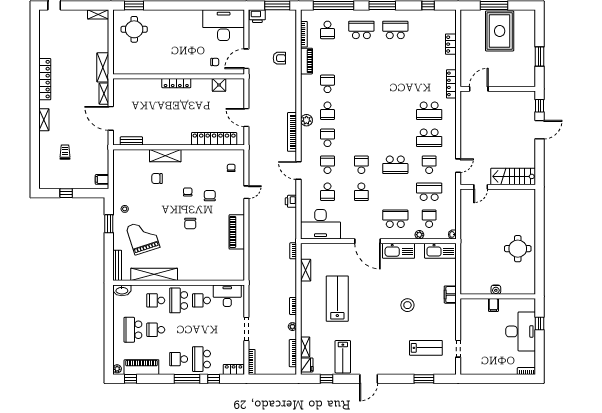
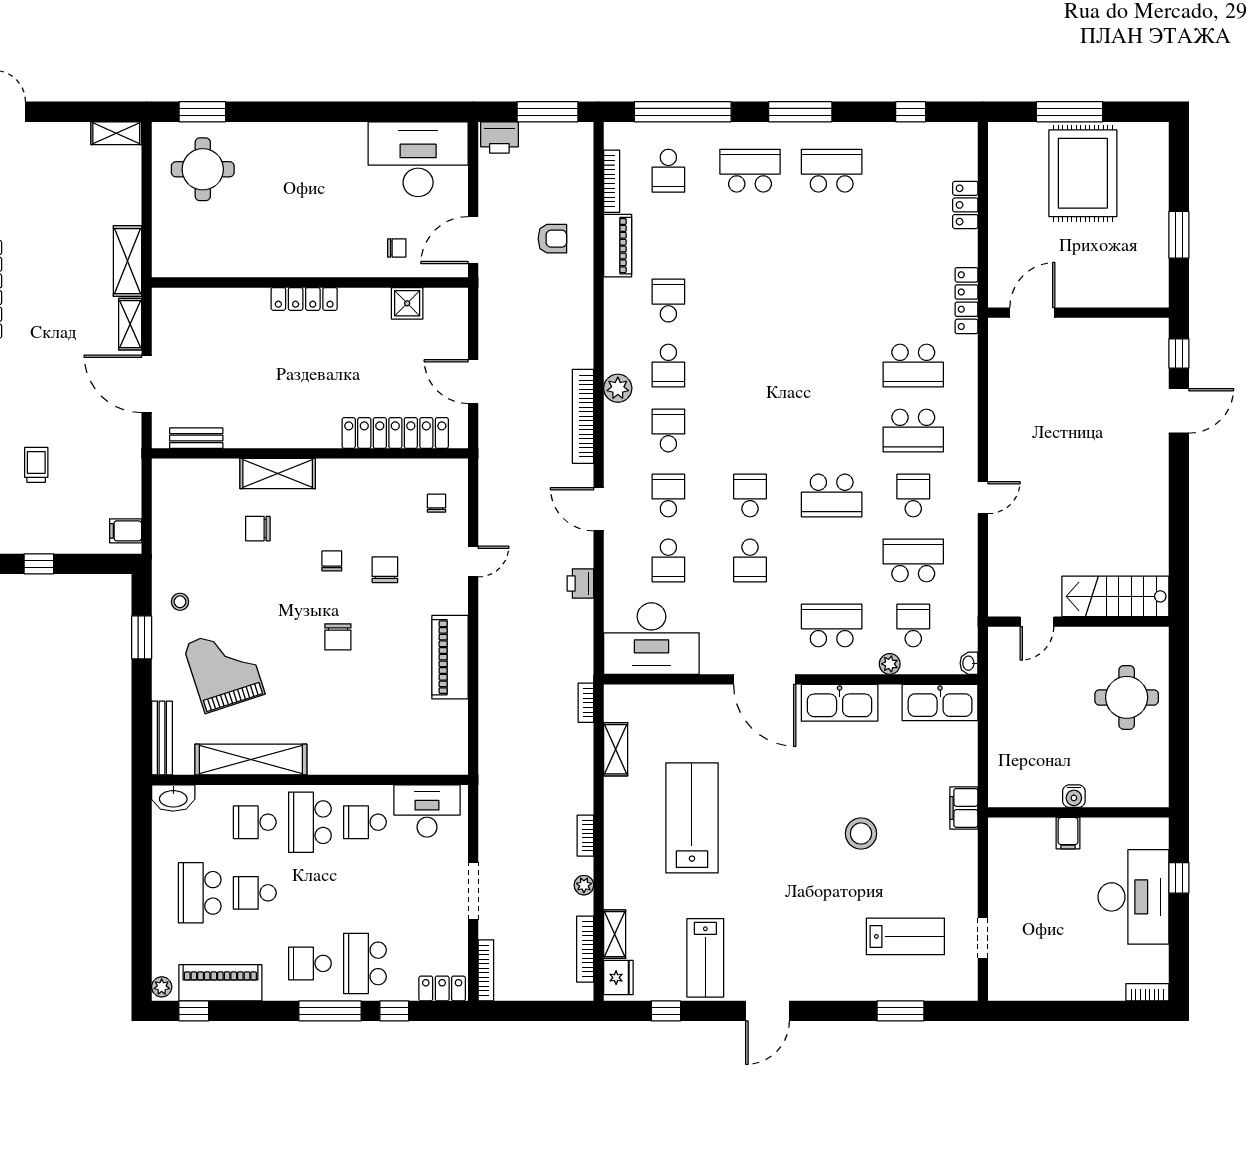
stairs: (513, 176) -> (1115, 596), moved
door: (481, 187) -> (1037, 622), moved
wall: (498, 187) -> (1078, 622), moved

